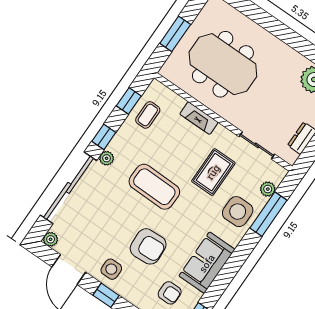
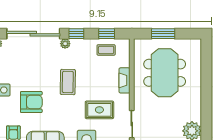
coffee table: (154, 187) -> (68, 82), width x0.73, depth x0.76
armchair: (148, 246) -> (31, 102), turned -87

